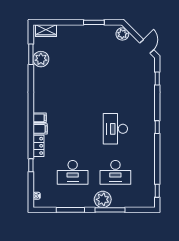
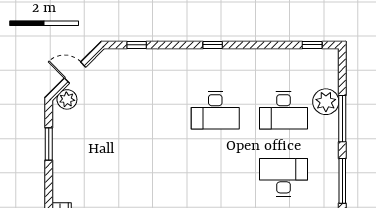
door: (147, 46) -> (75, 73), moved
desk: (73, 172) -> (283, 177), turned -90
desk: (115, 172) -> (283, 110), turned 90
plant: (103, 199) -> (326, 102), moved

